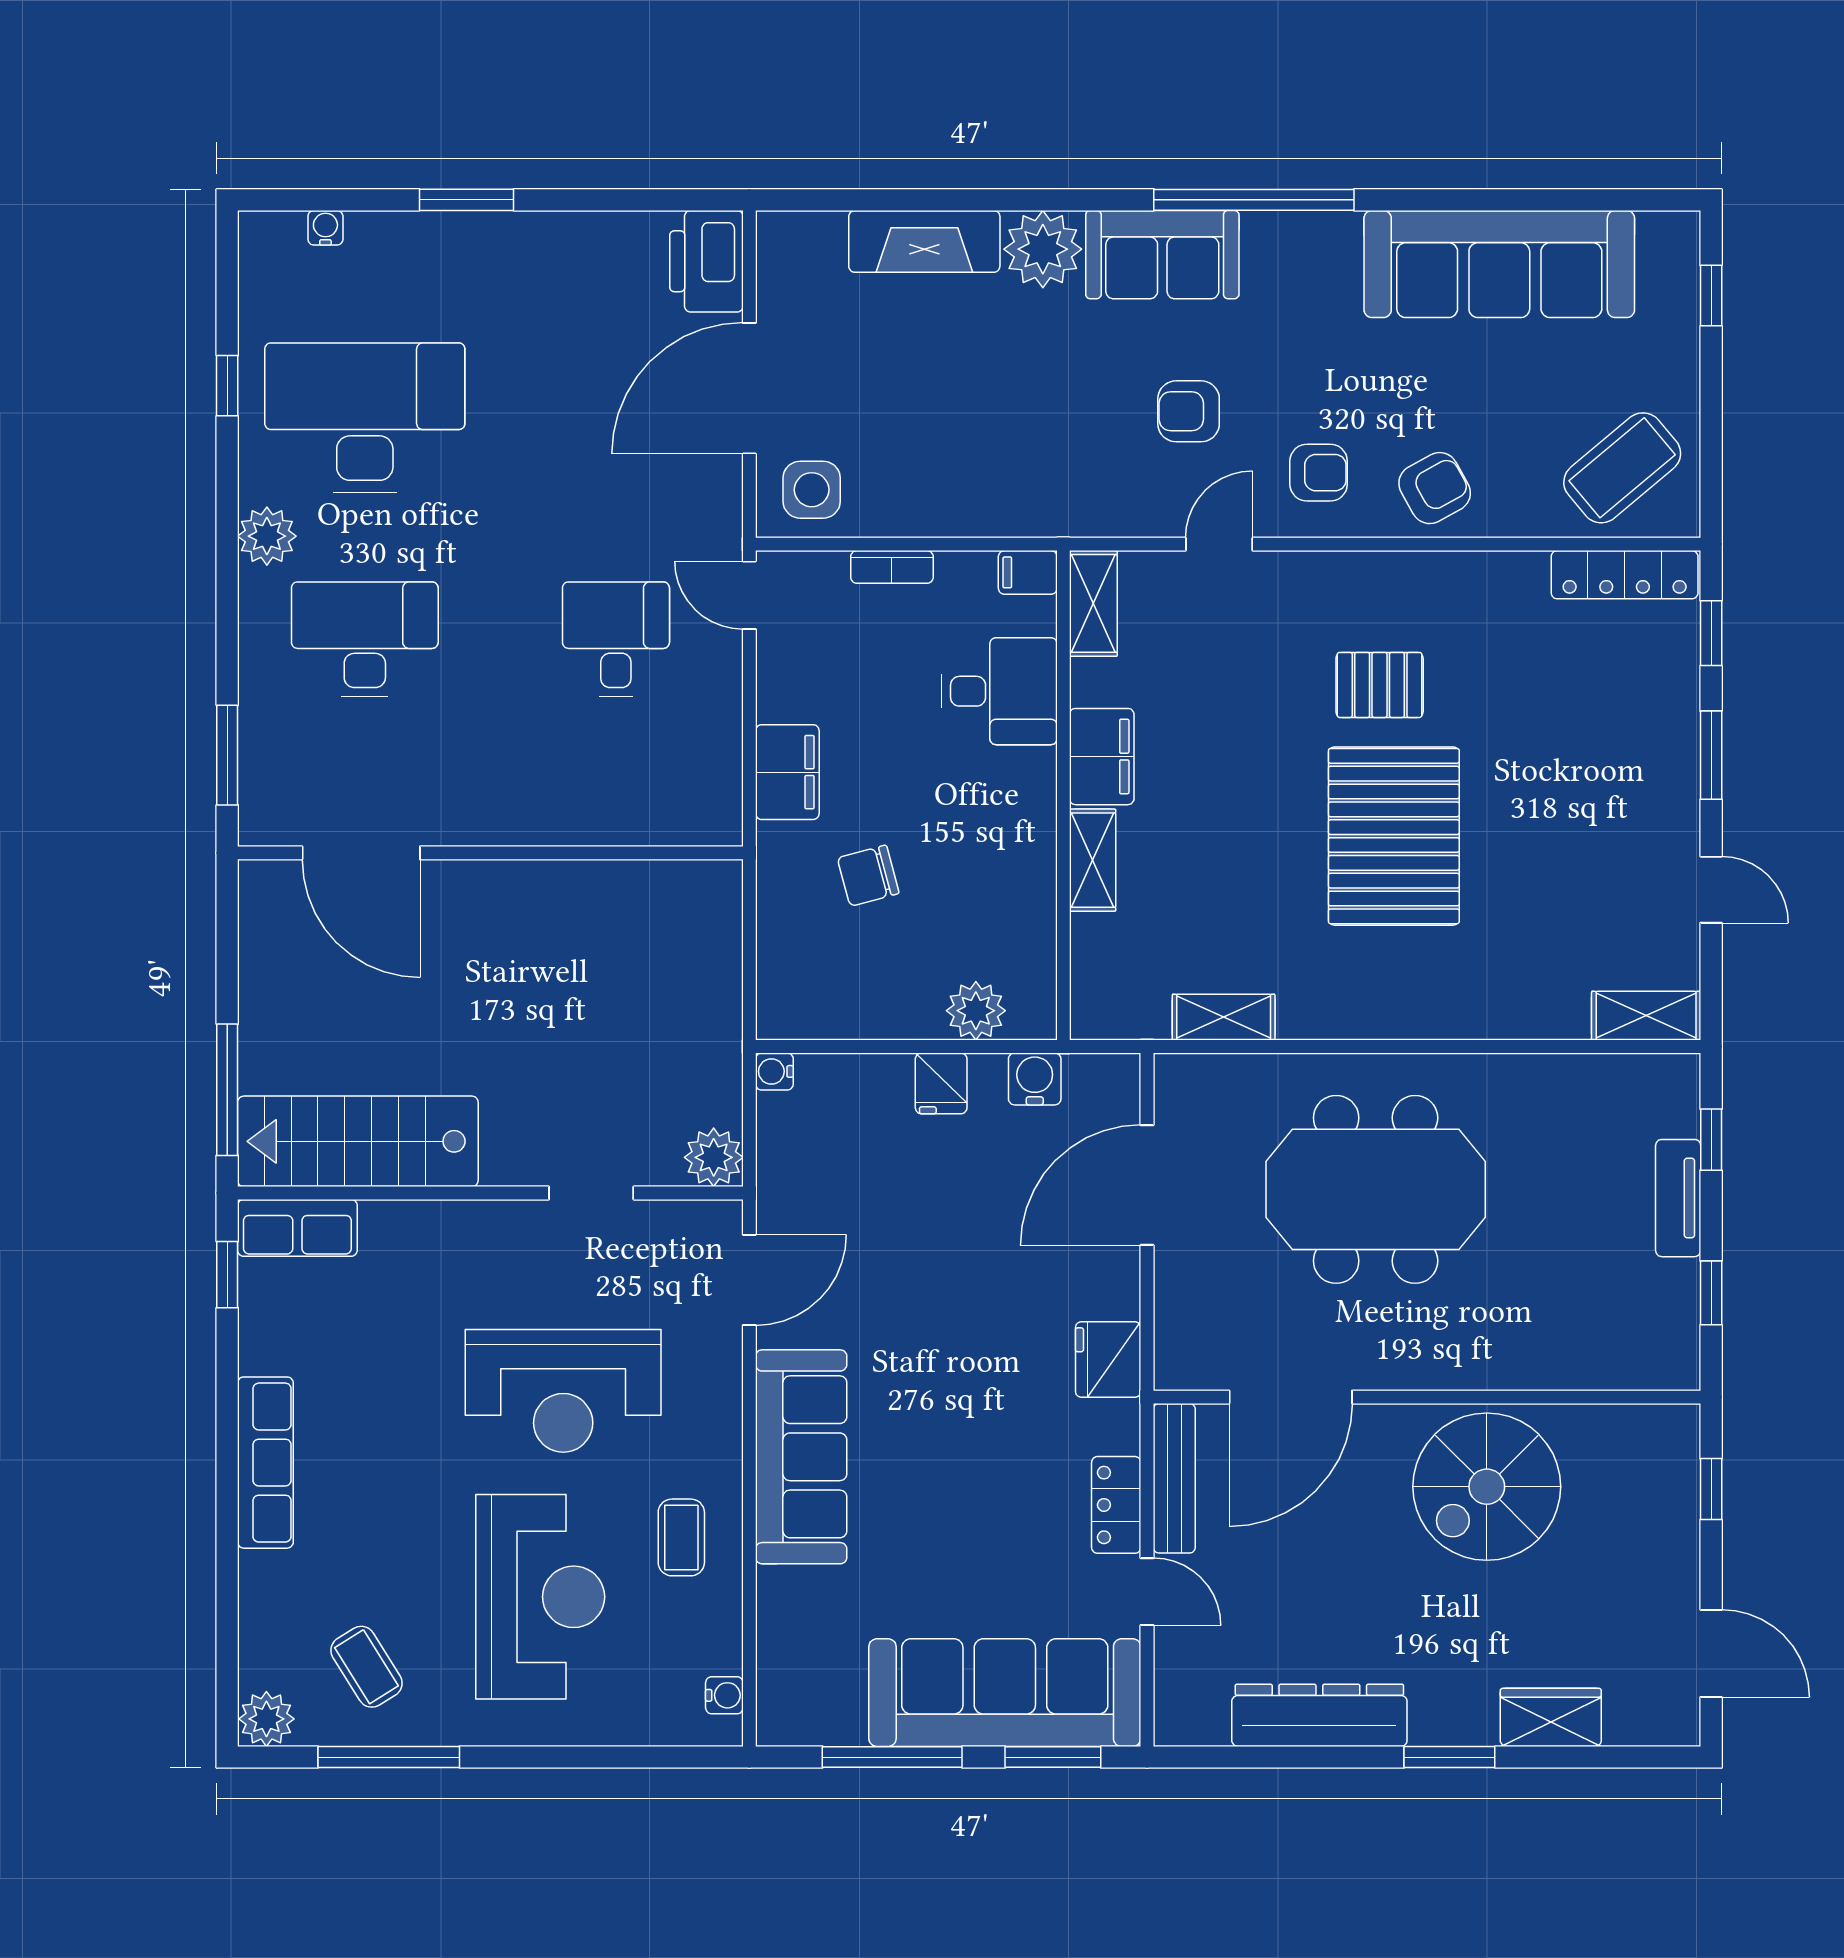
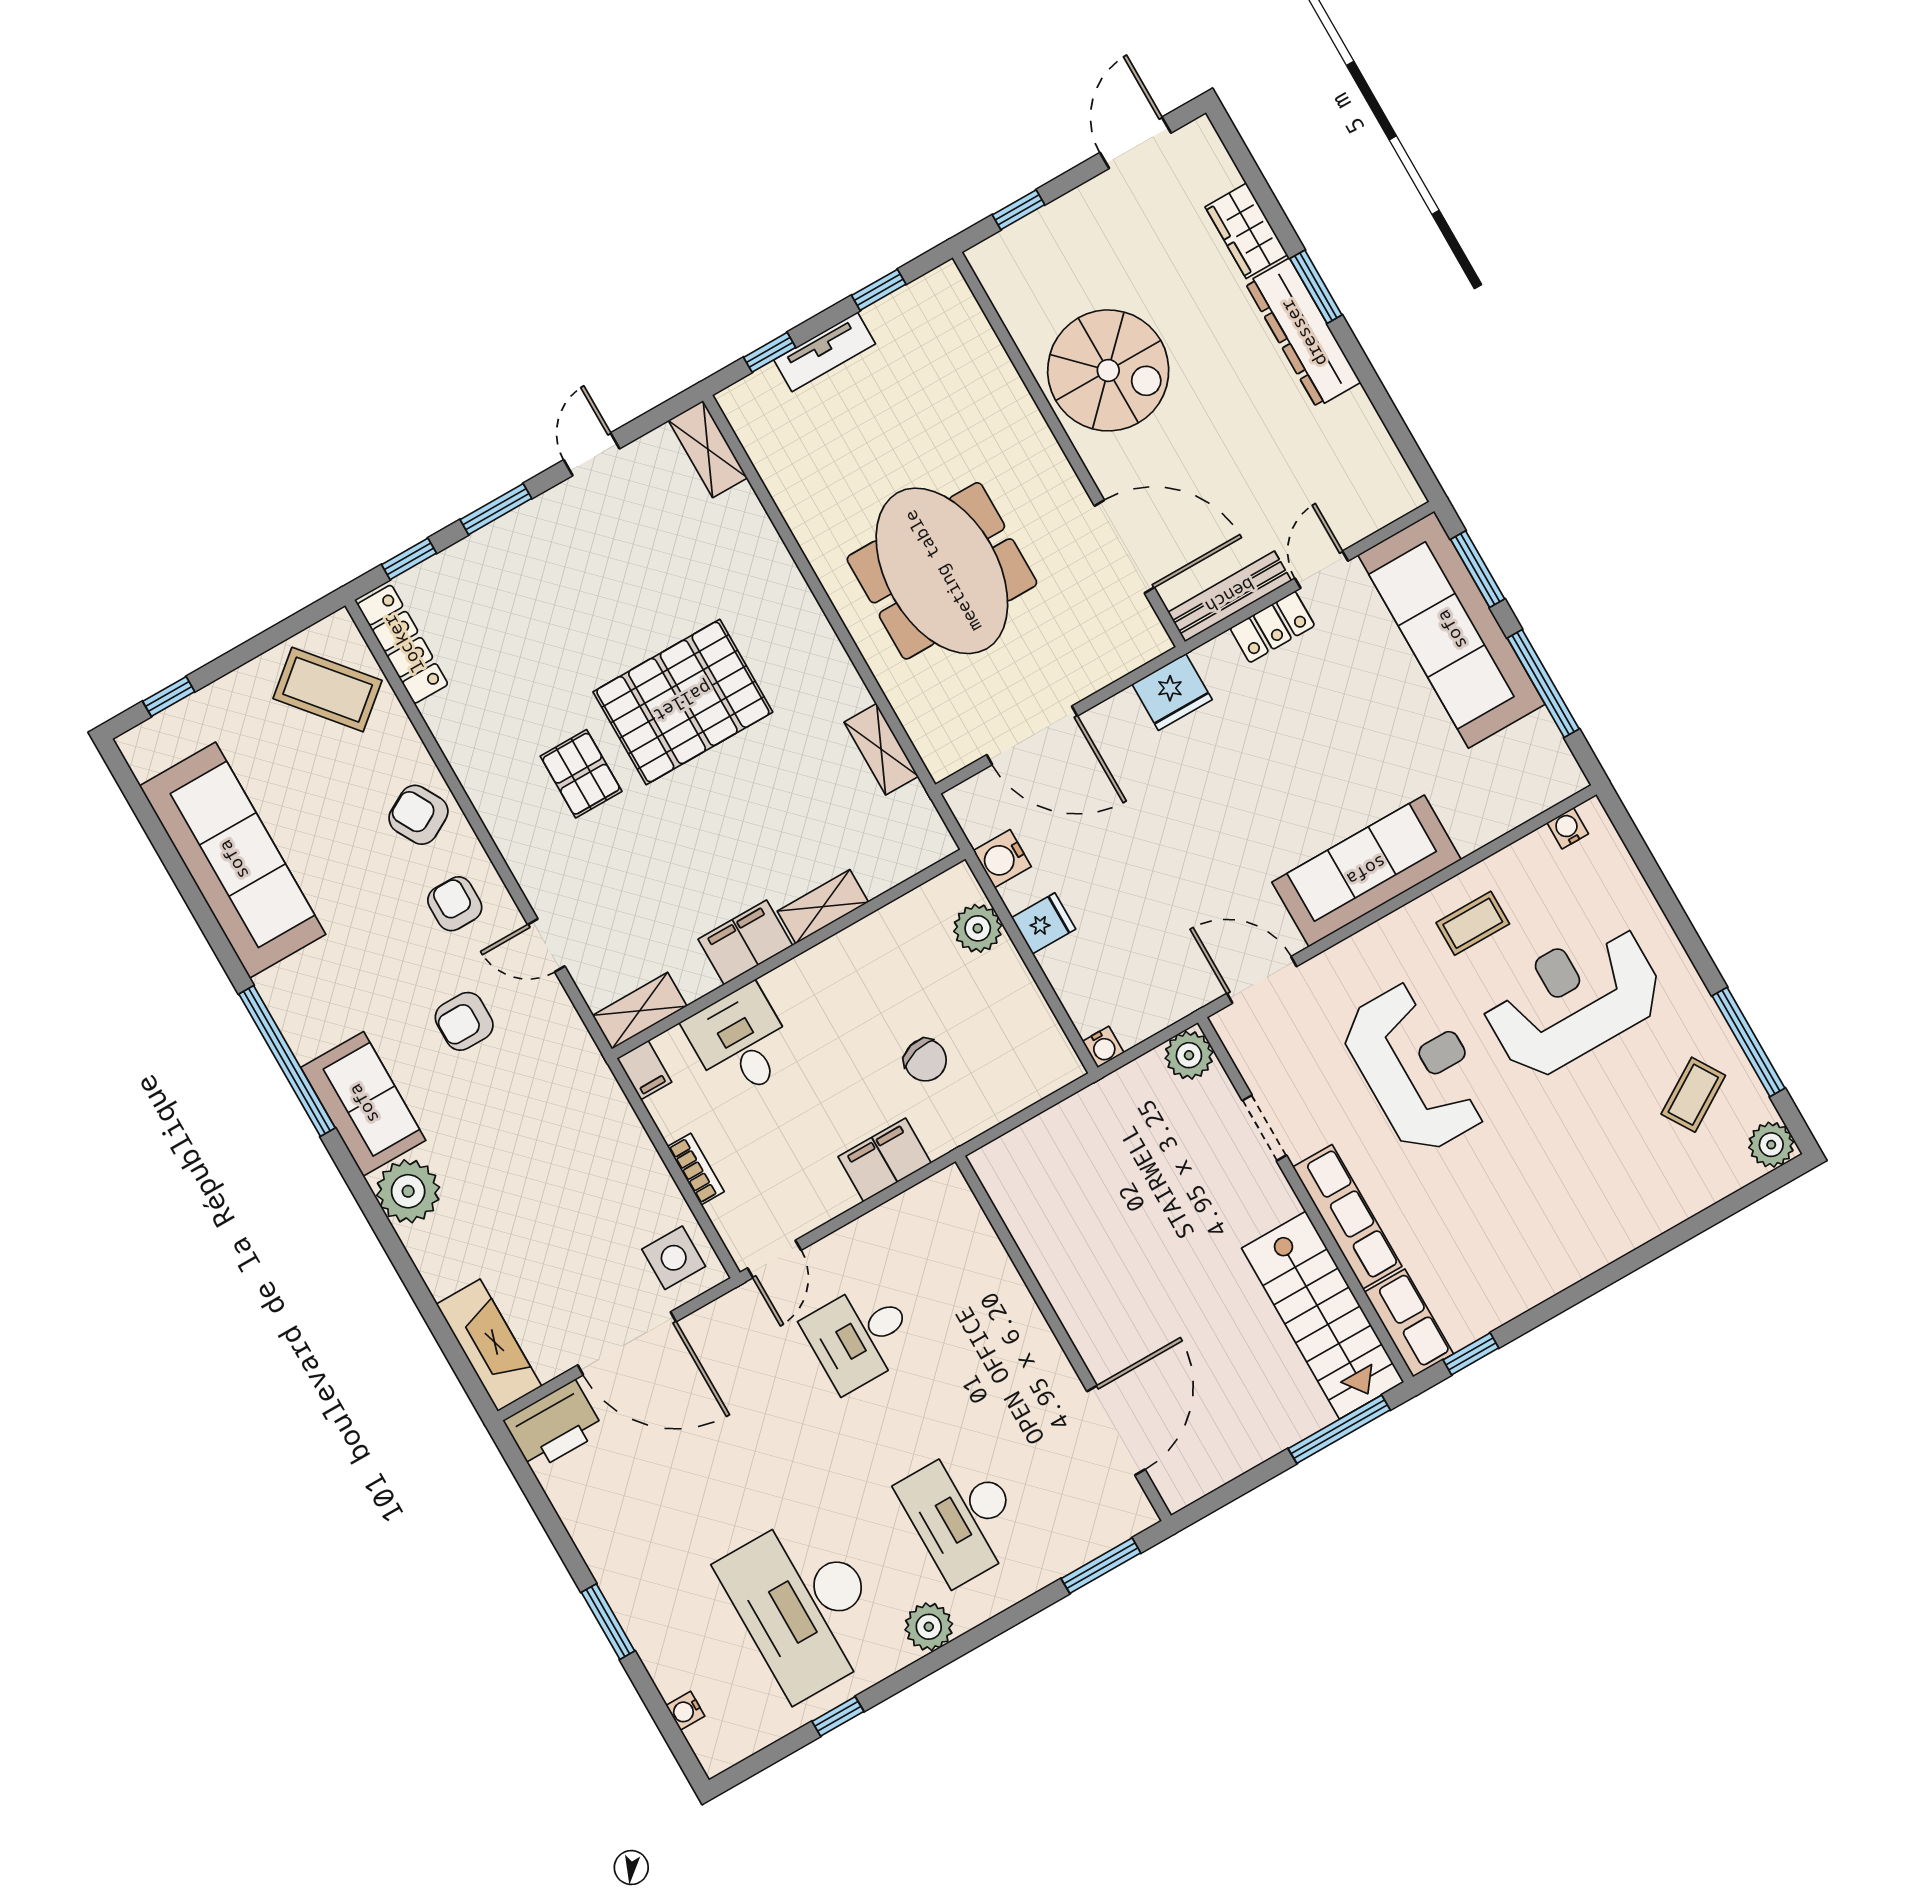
fireplace: (924, 241) -> (489, 1345), moved
armchair: (1189, 411) -> (464, 1021), turned 90
row of seats: (265, 1463) -> (1347, 1217), moved, turned 90
dresser: (1319, 1715) -> (1303, 333), moved

